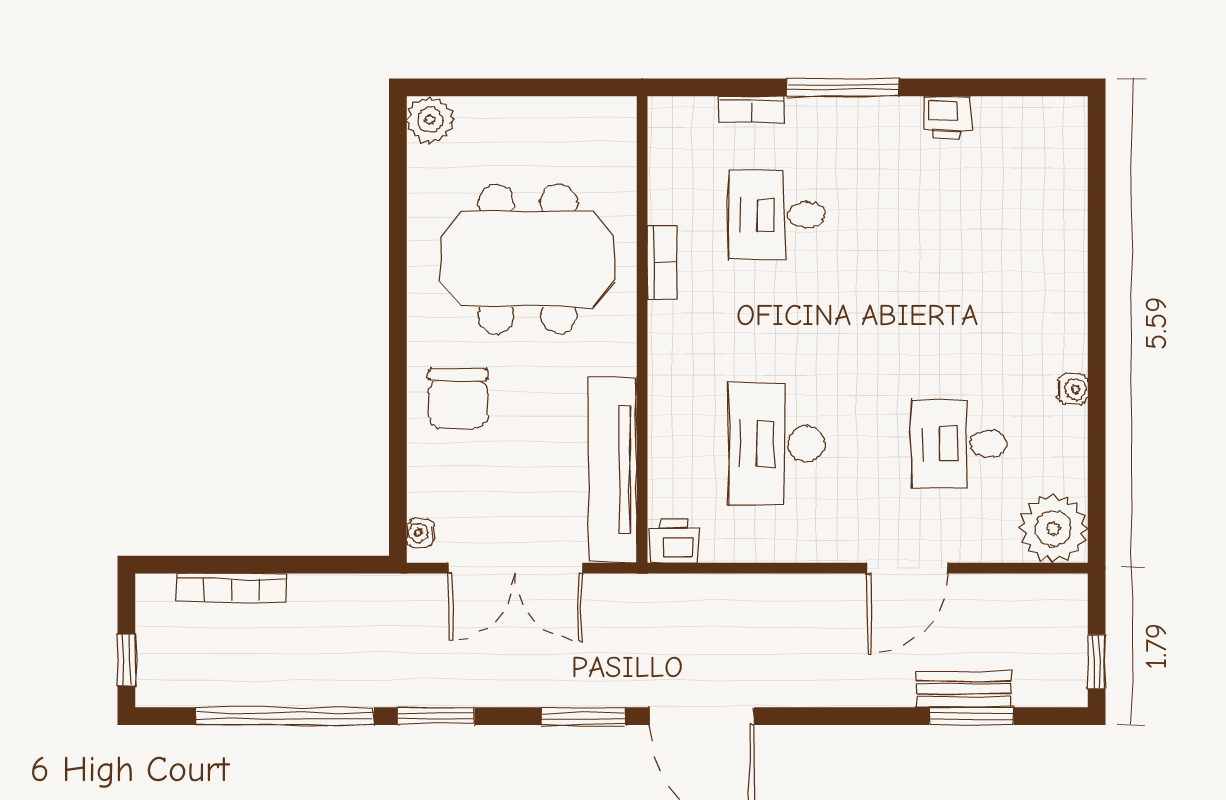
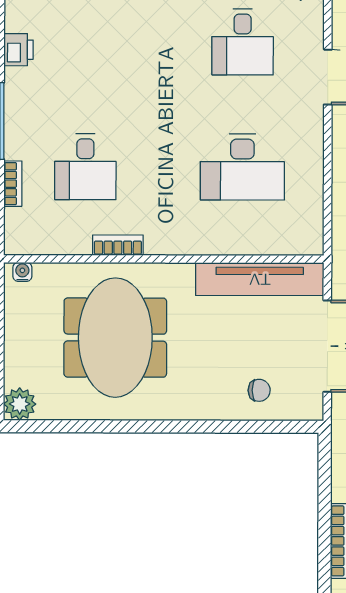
chair: (458, 398) -> (259, 390), moved, width x0.54, depth x0.54
water cooler: (420, 533) -> (22, 272), moved, turned 180
printer: (674, 541) -> (309, 238), removed

